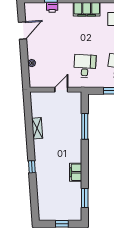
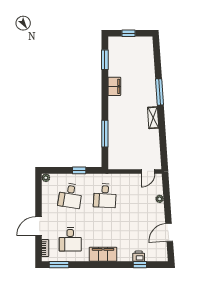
door: (61, 90) -> (148, 171), moved
shelving: (37, 128) -> (153, 118), moved
window: (32, 167) -> (159, 92), width x2.17

